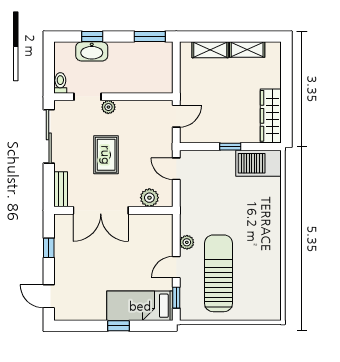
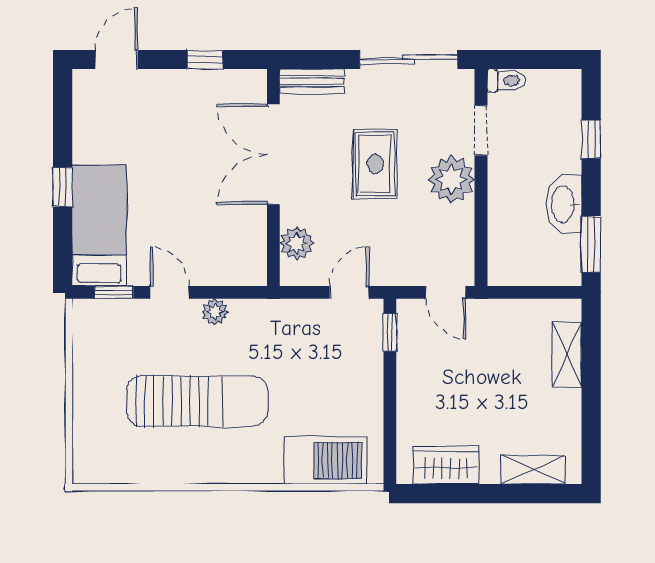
shelving: (247, 50) -> (533, 470), moved, turned 90
washbasin: (92, 51) -> (564, 204), moved
plant: (108, 107) -> (451, 179), width x1.87, depth x1.87
wardrobe: (271, 116) -> (446, 465), width x0.67
window: (230, 147) -> (390, 332), moved
rug: (106, 155) -> (375, 164), turned 90
barbecue: (258, 163) -> (325, 460), moved, turned 90
sun lounger: (219, 273) -> (197, 401), moved

